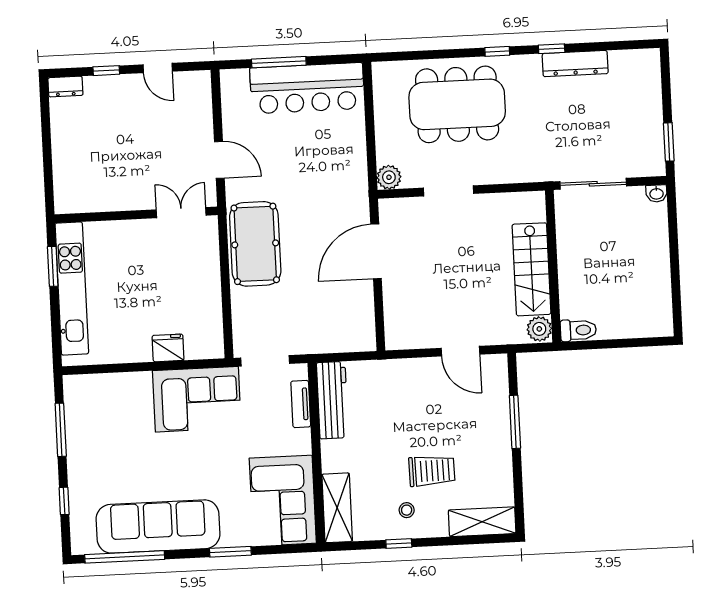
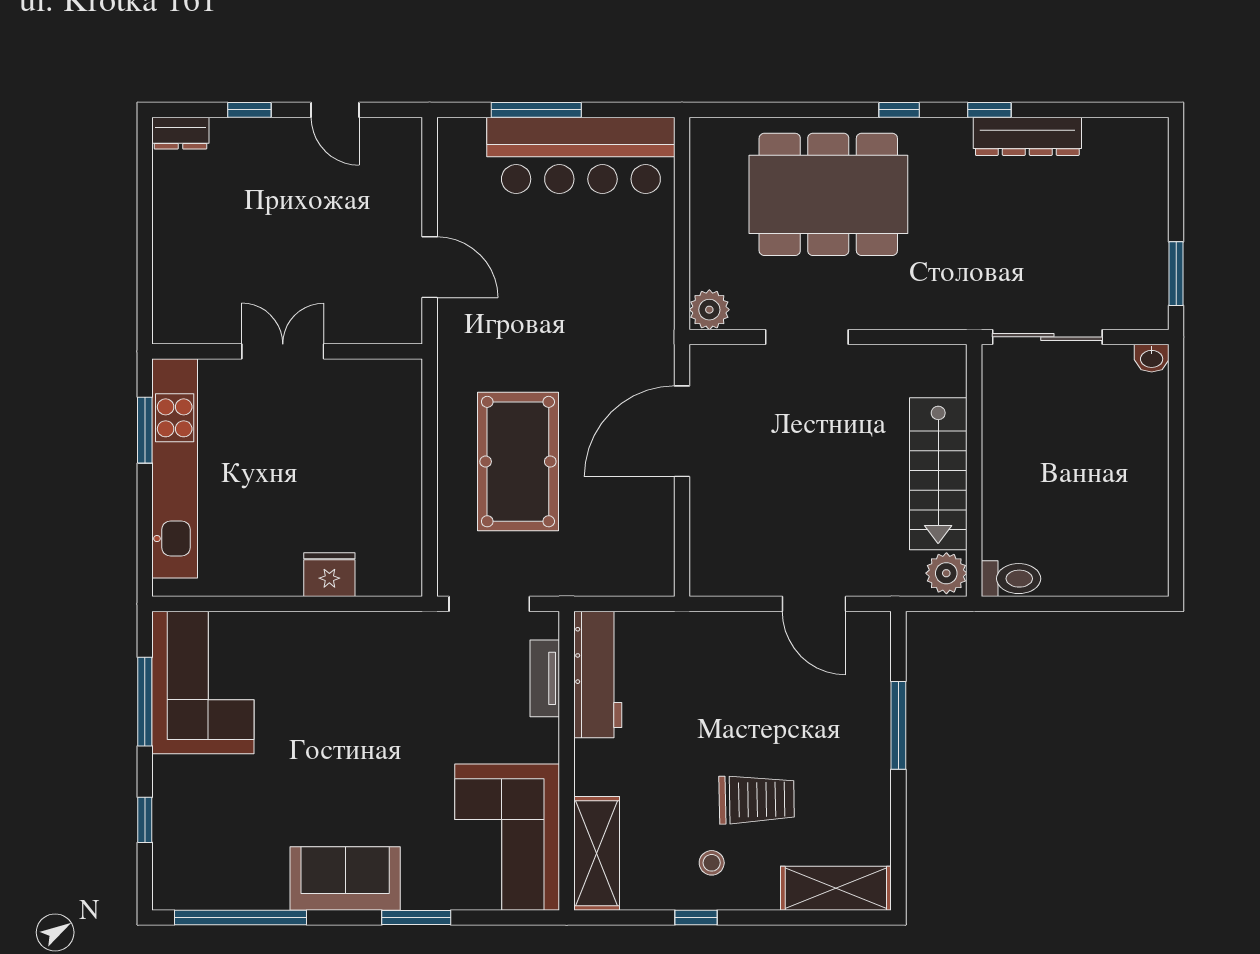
double door: (181, 213) -> (283, 351), moved
pool table: (255, 244) -> (518, 462), moved
corner sofa: (197, 399) -> (203, 682), moved, turned -90
sofa: (158, 526) -> (345, 878), width x0.54, depth x0.79

